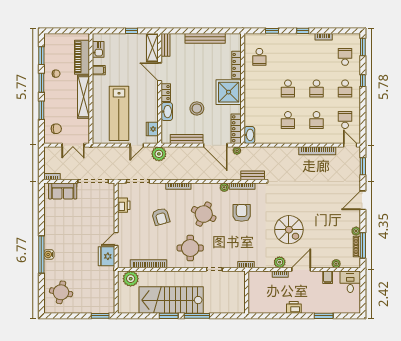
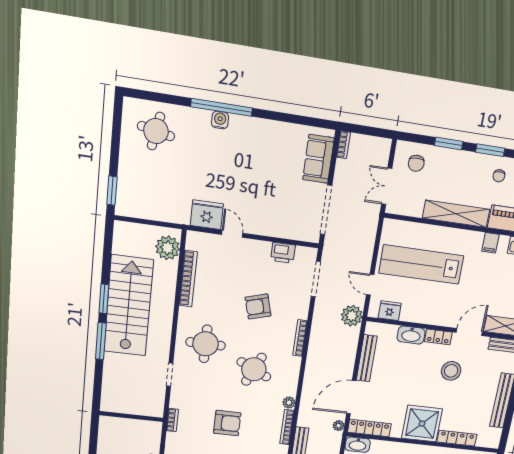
stool: (197, 108) -> (451, 371), moved
armchair: (242, 213) -> (227, 423), moved

